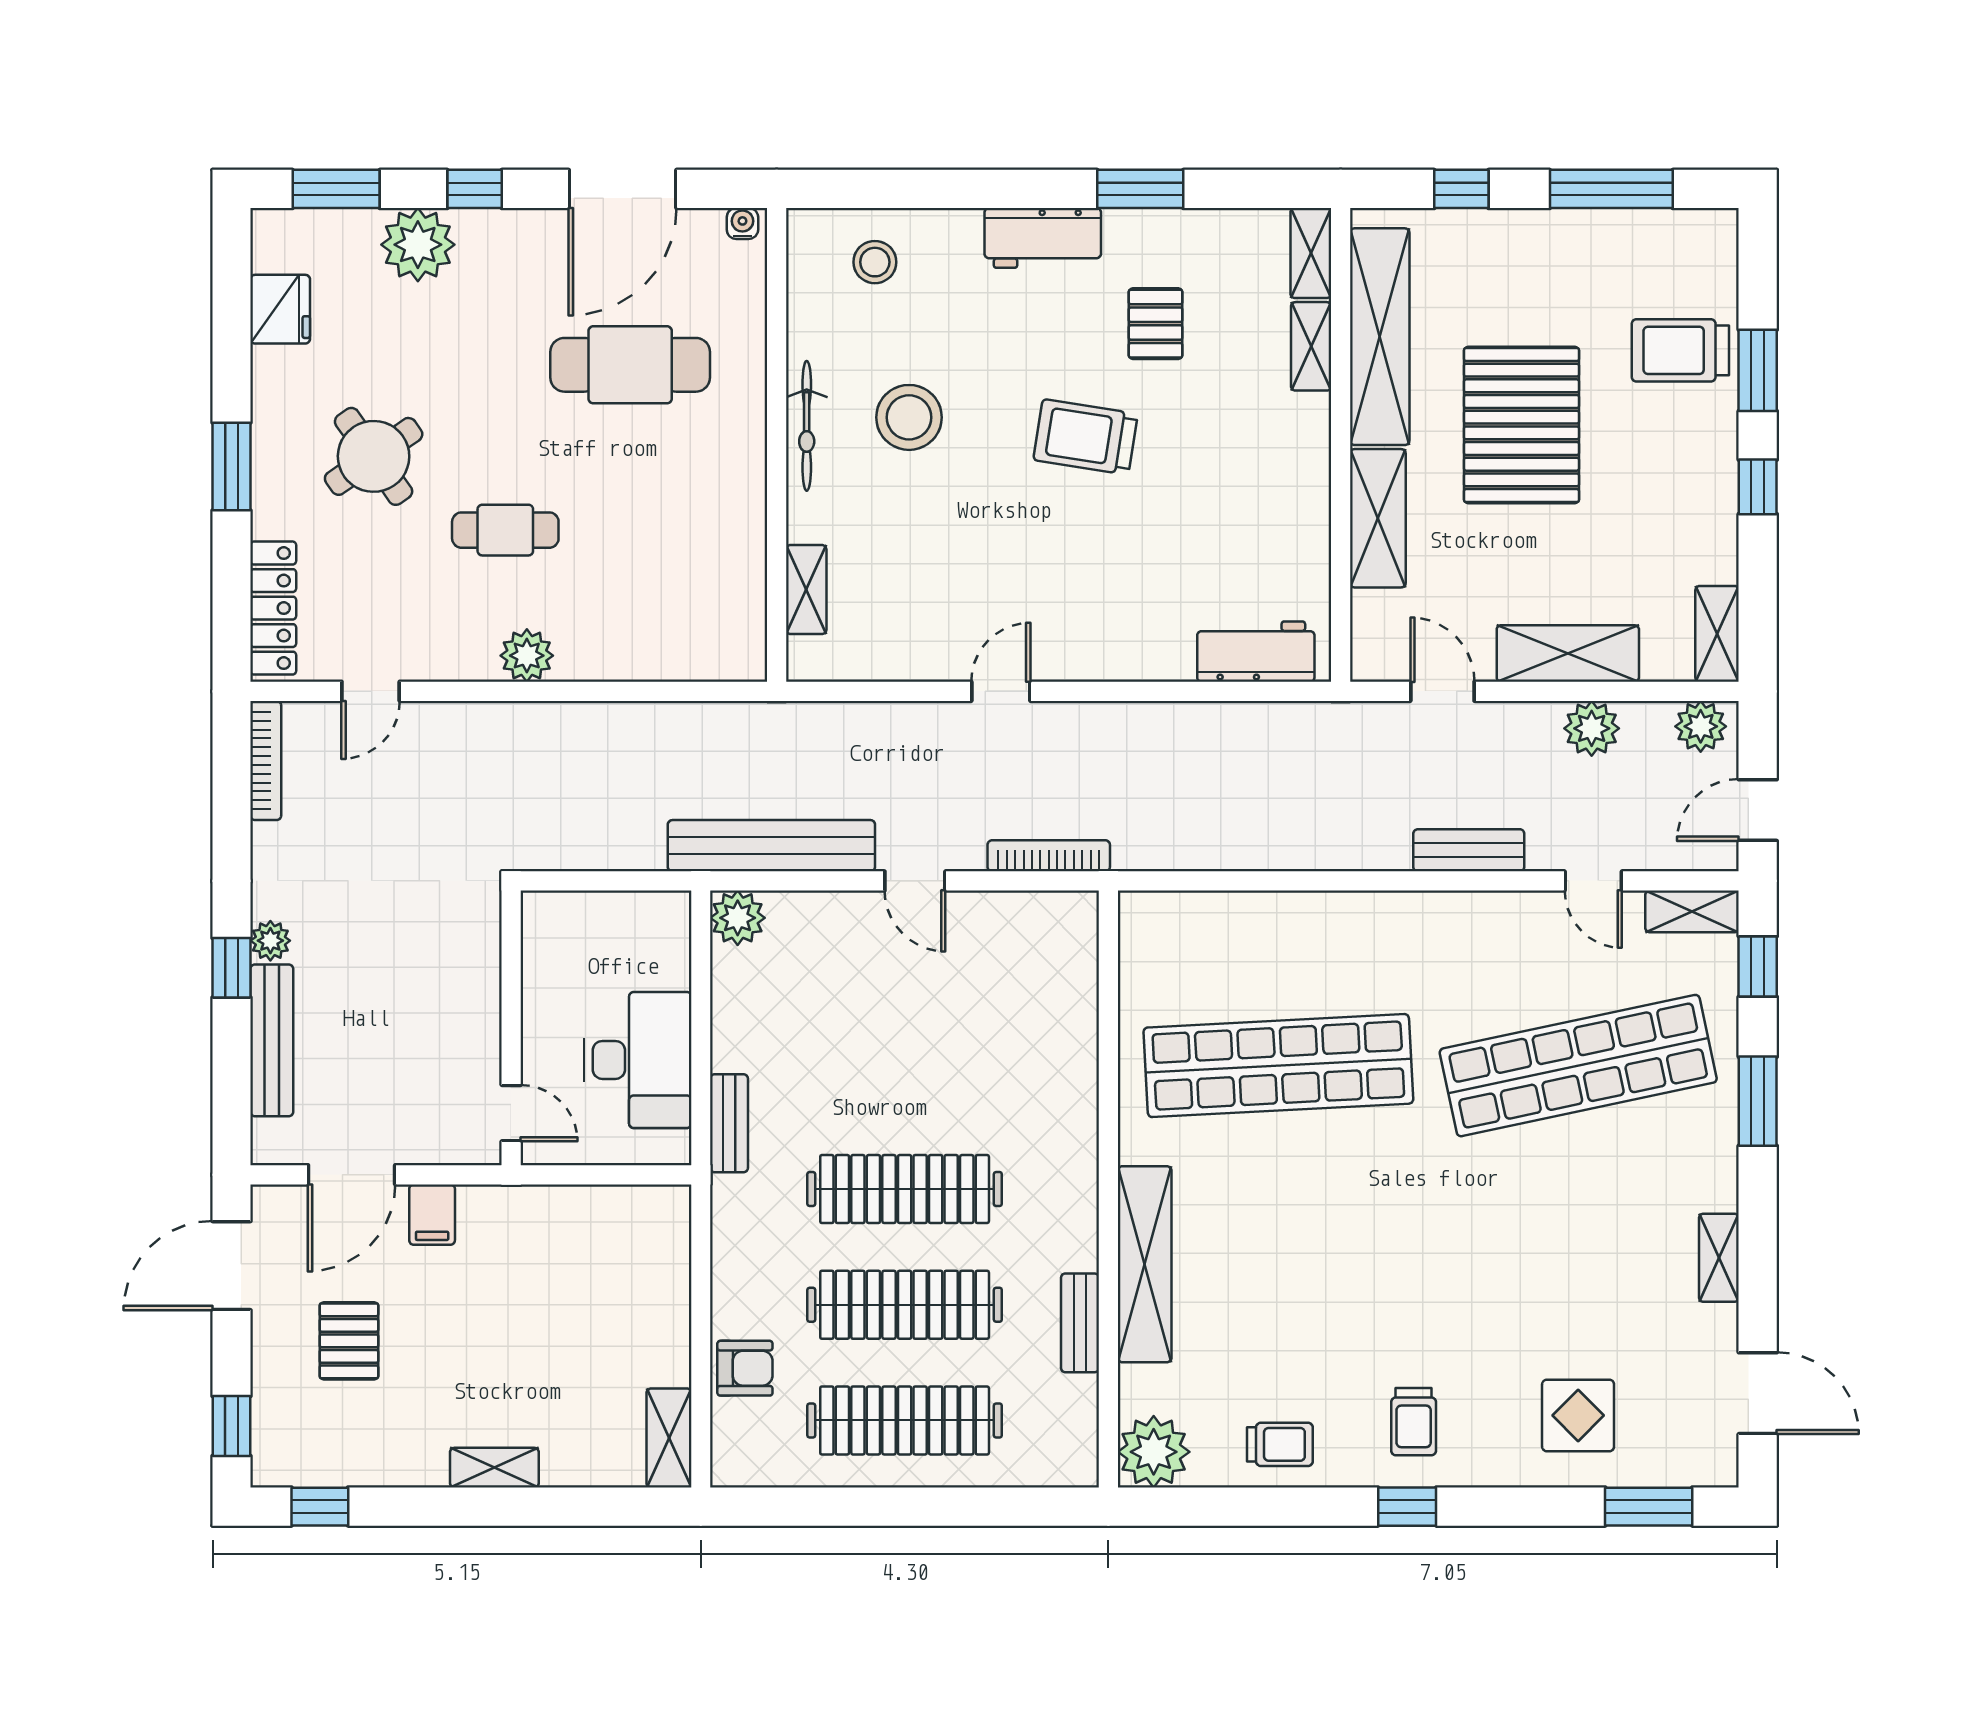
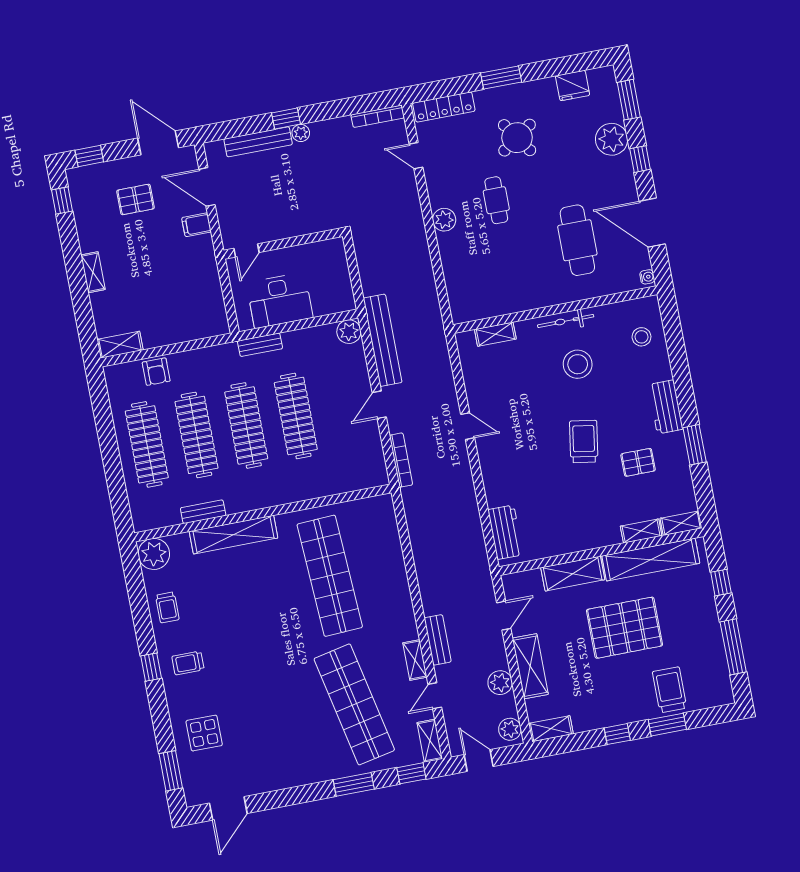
clothes rail: (905, 1073) -> (296, 416), added
shelving: (1719, 1258) -> (415, 660), moved, turned 90

